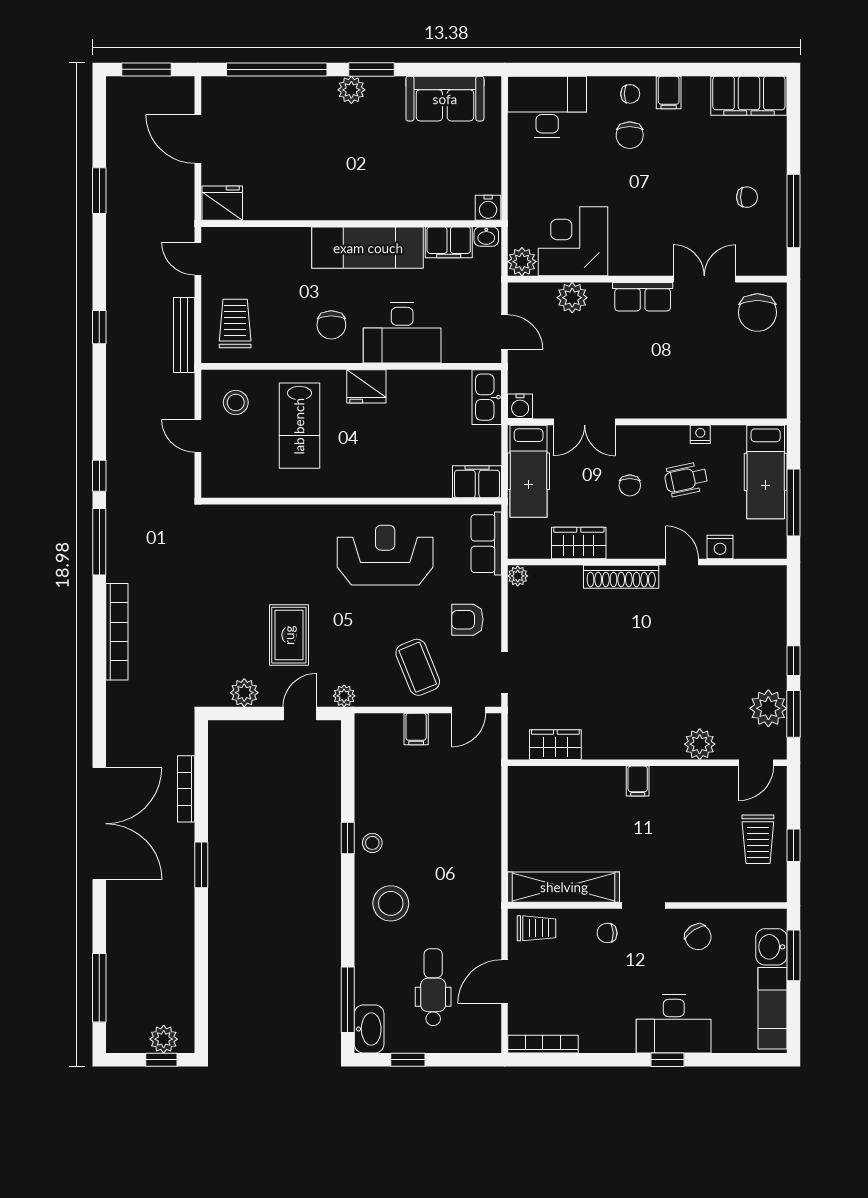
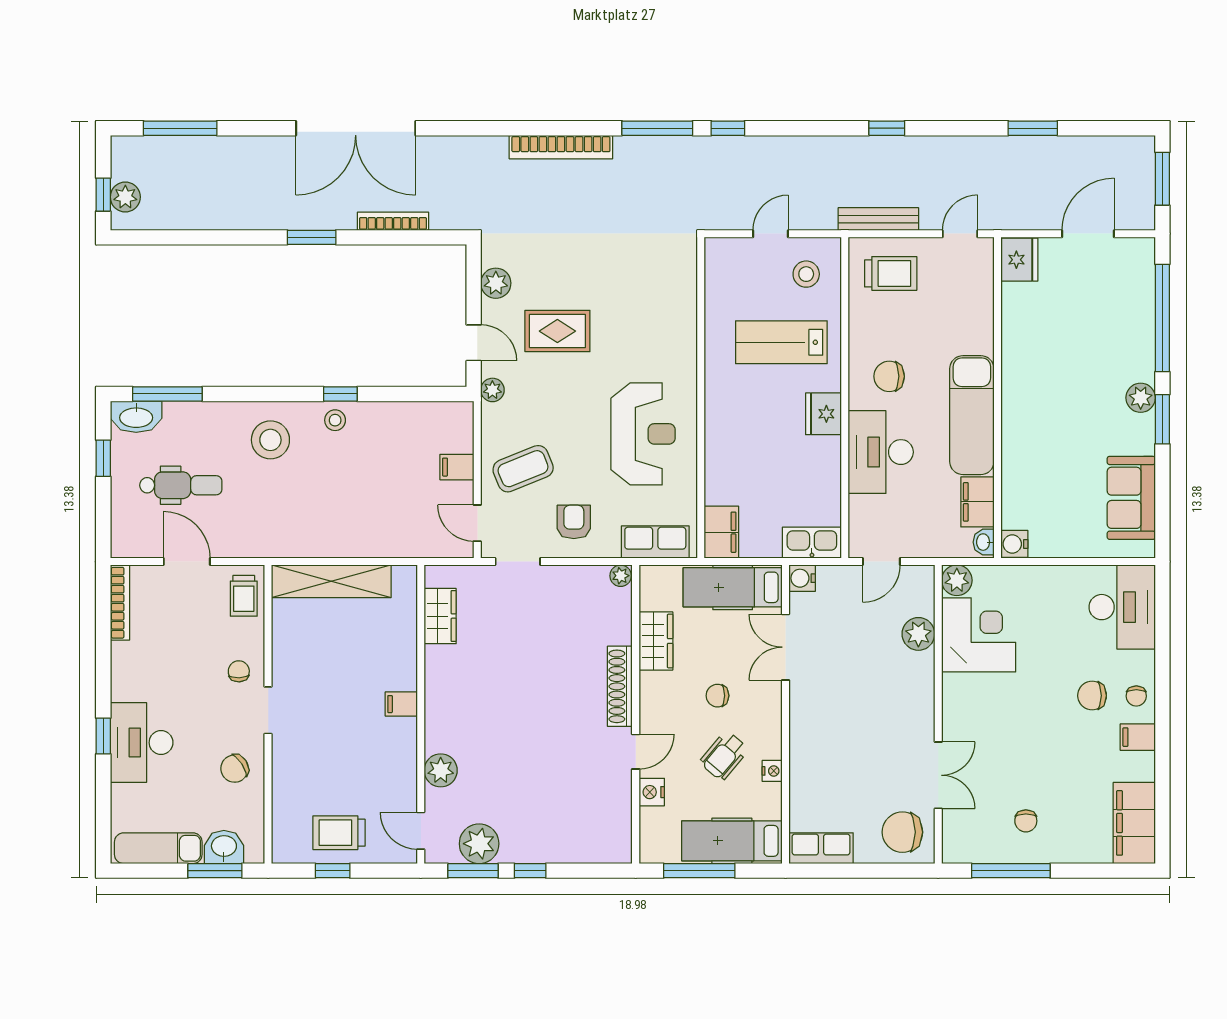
row of seats: (643, 297) -> (821, 848), moved, turned 90
wheelchair: (686, 479) -> (724, 756), turned -128
shelving: (564, 887) -> (331, 581), moved, turned 90

